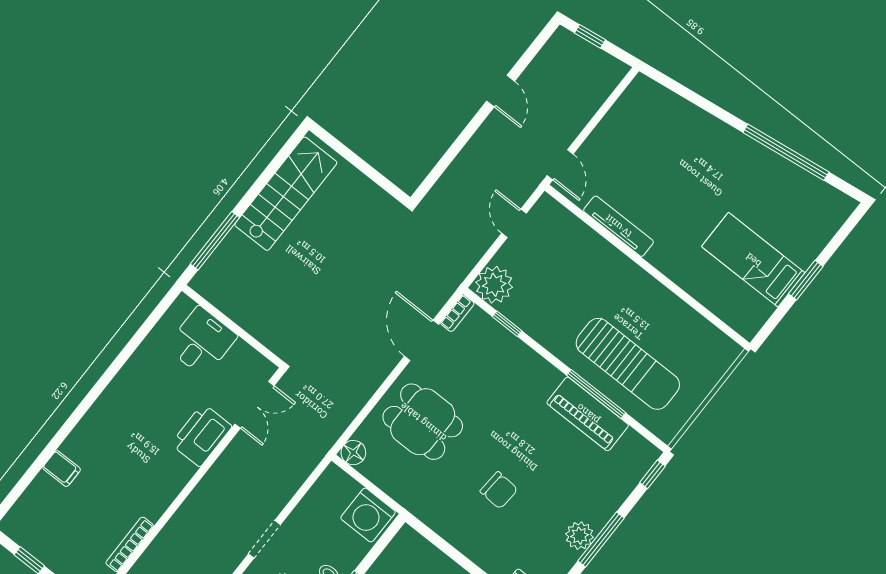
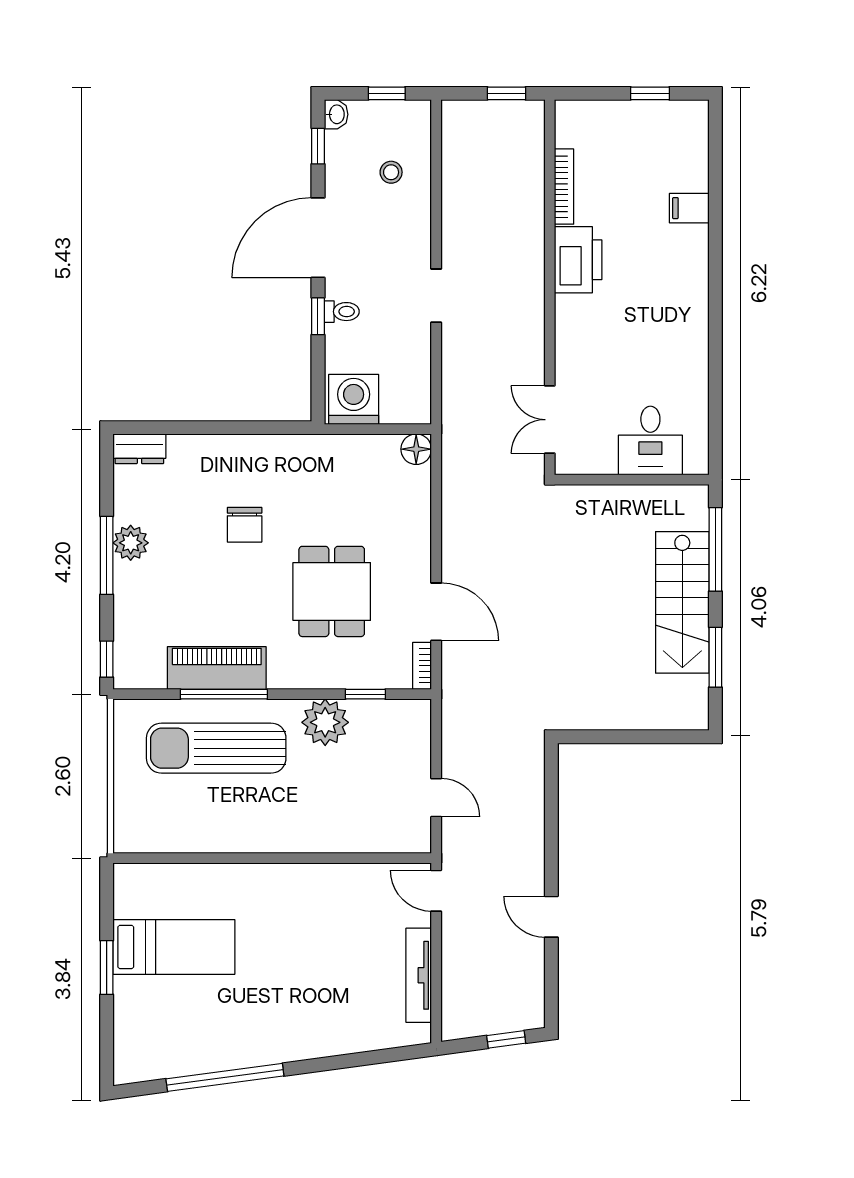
window: (268, 173) -> (715, 657), added
stairs: (286, 194) -> (682, 602), moved
tv unit: (618, 226) -> (419, 975), moved, turned 90
plant: (494, 285) -> (325, 722), moved
dining table: (423, 422) -> (332, 591), moved, turned 90
printer: (201, 435) -> (578, 260), moved
chair: (499, 490) -> (245, 525), turned -94

